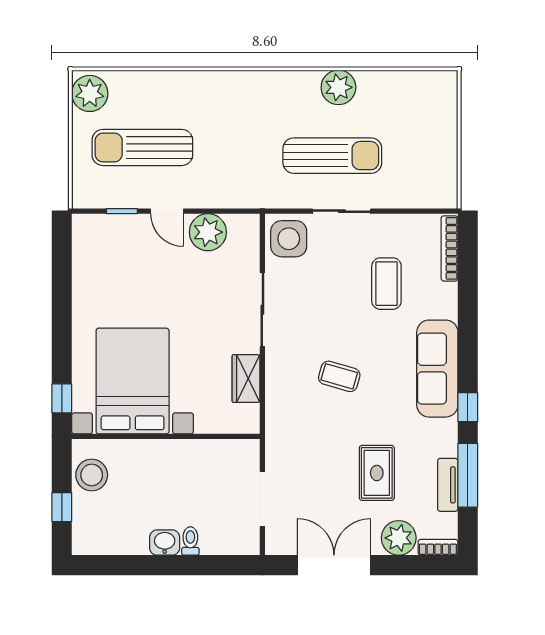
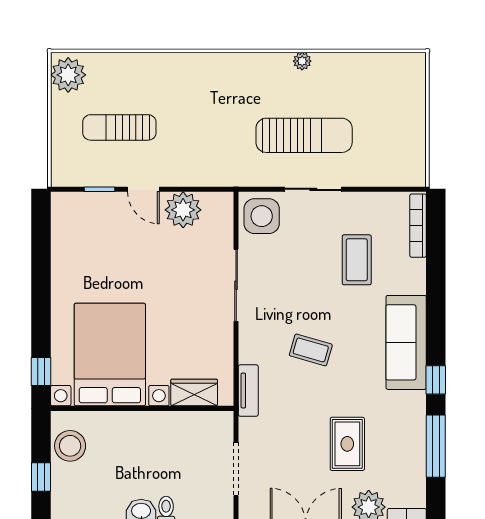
plant: (338, 87) -> (302, 61), width x0.53, depth x0.53
sun lounger: (142, 147) -> (119, 127), width x0.73, depth x0.75
wardrobe: (246, 379) -> (194, 392), moved, turned 90
tv unit: (448, 485) -> (248, 391), moved, turned 180

